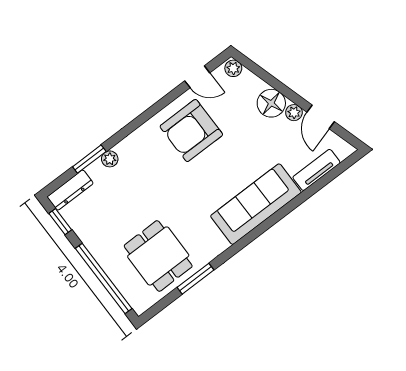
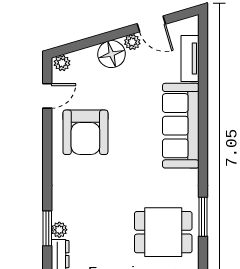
plant: (110, 159) -> (59, 230), moved

